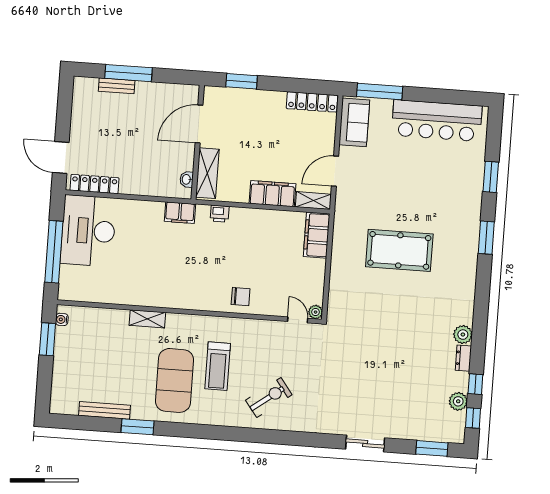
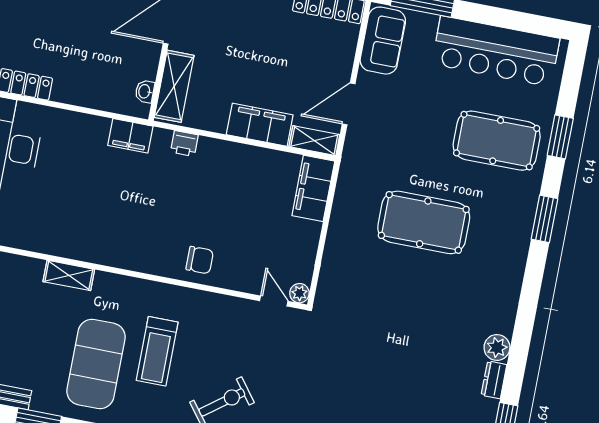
pool table: (445, 185) -> (497, 141), added

